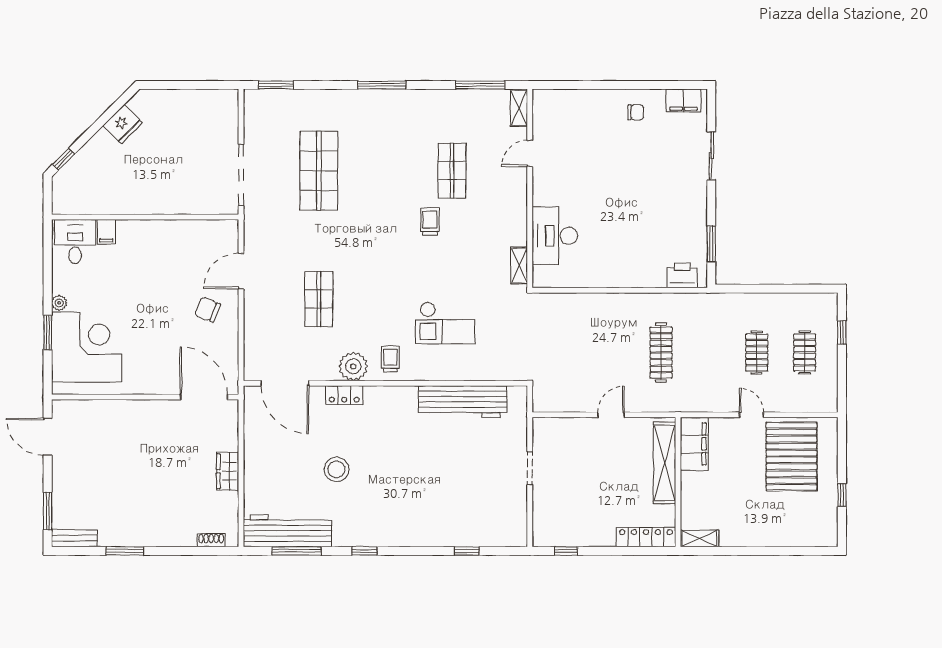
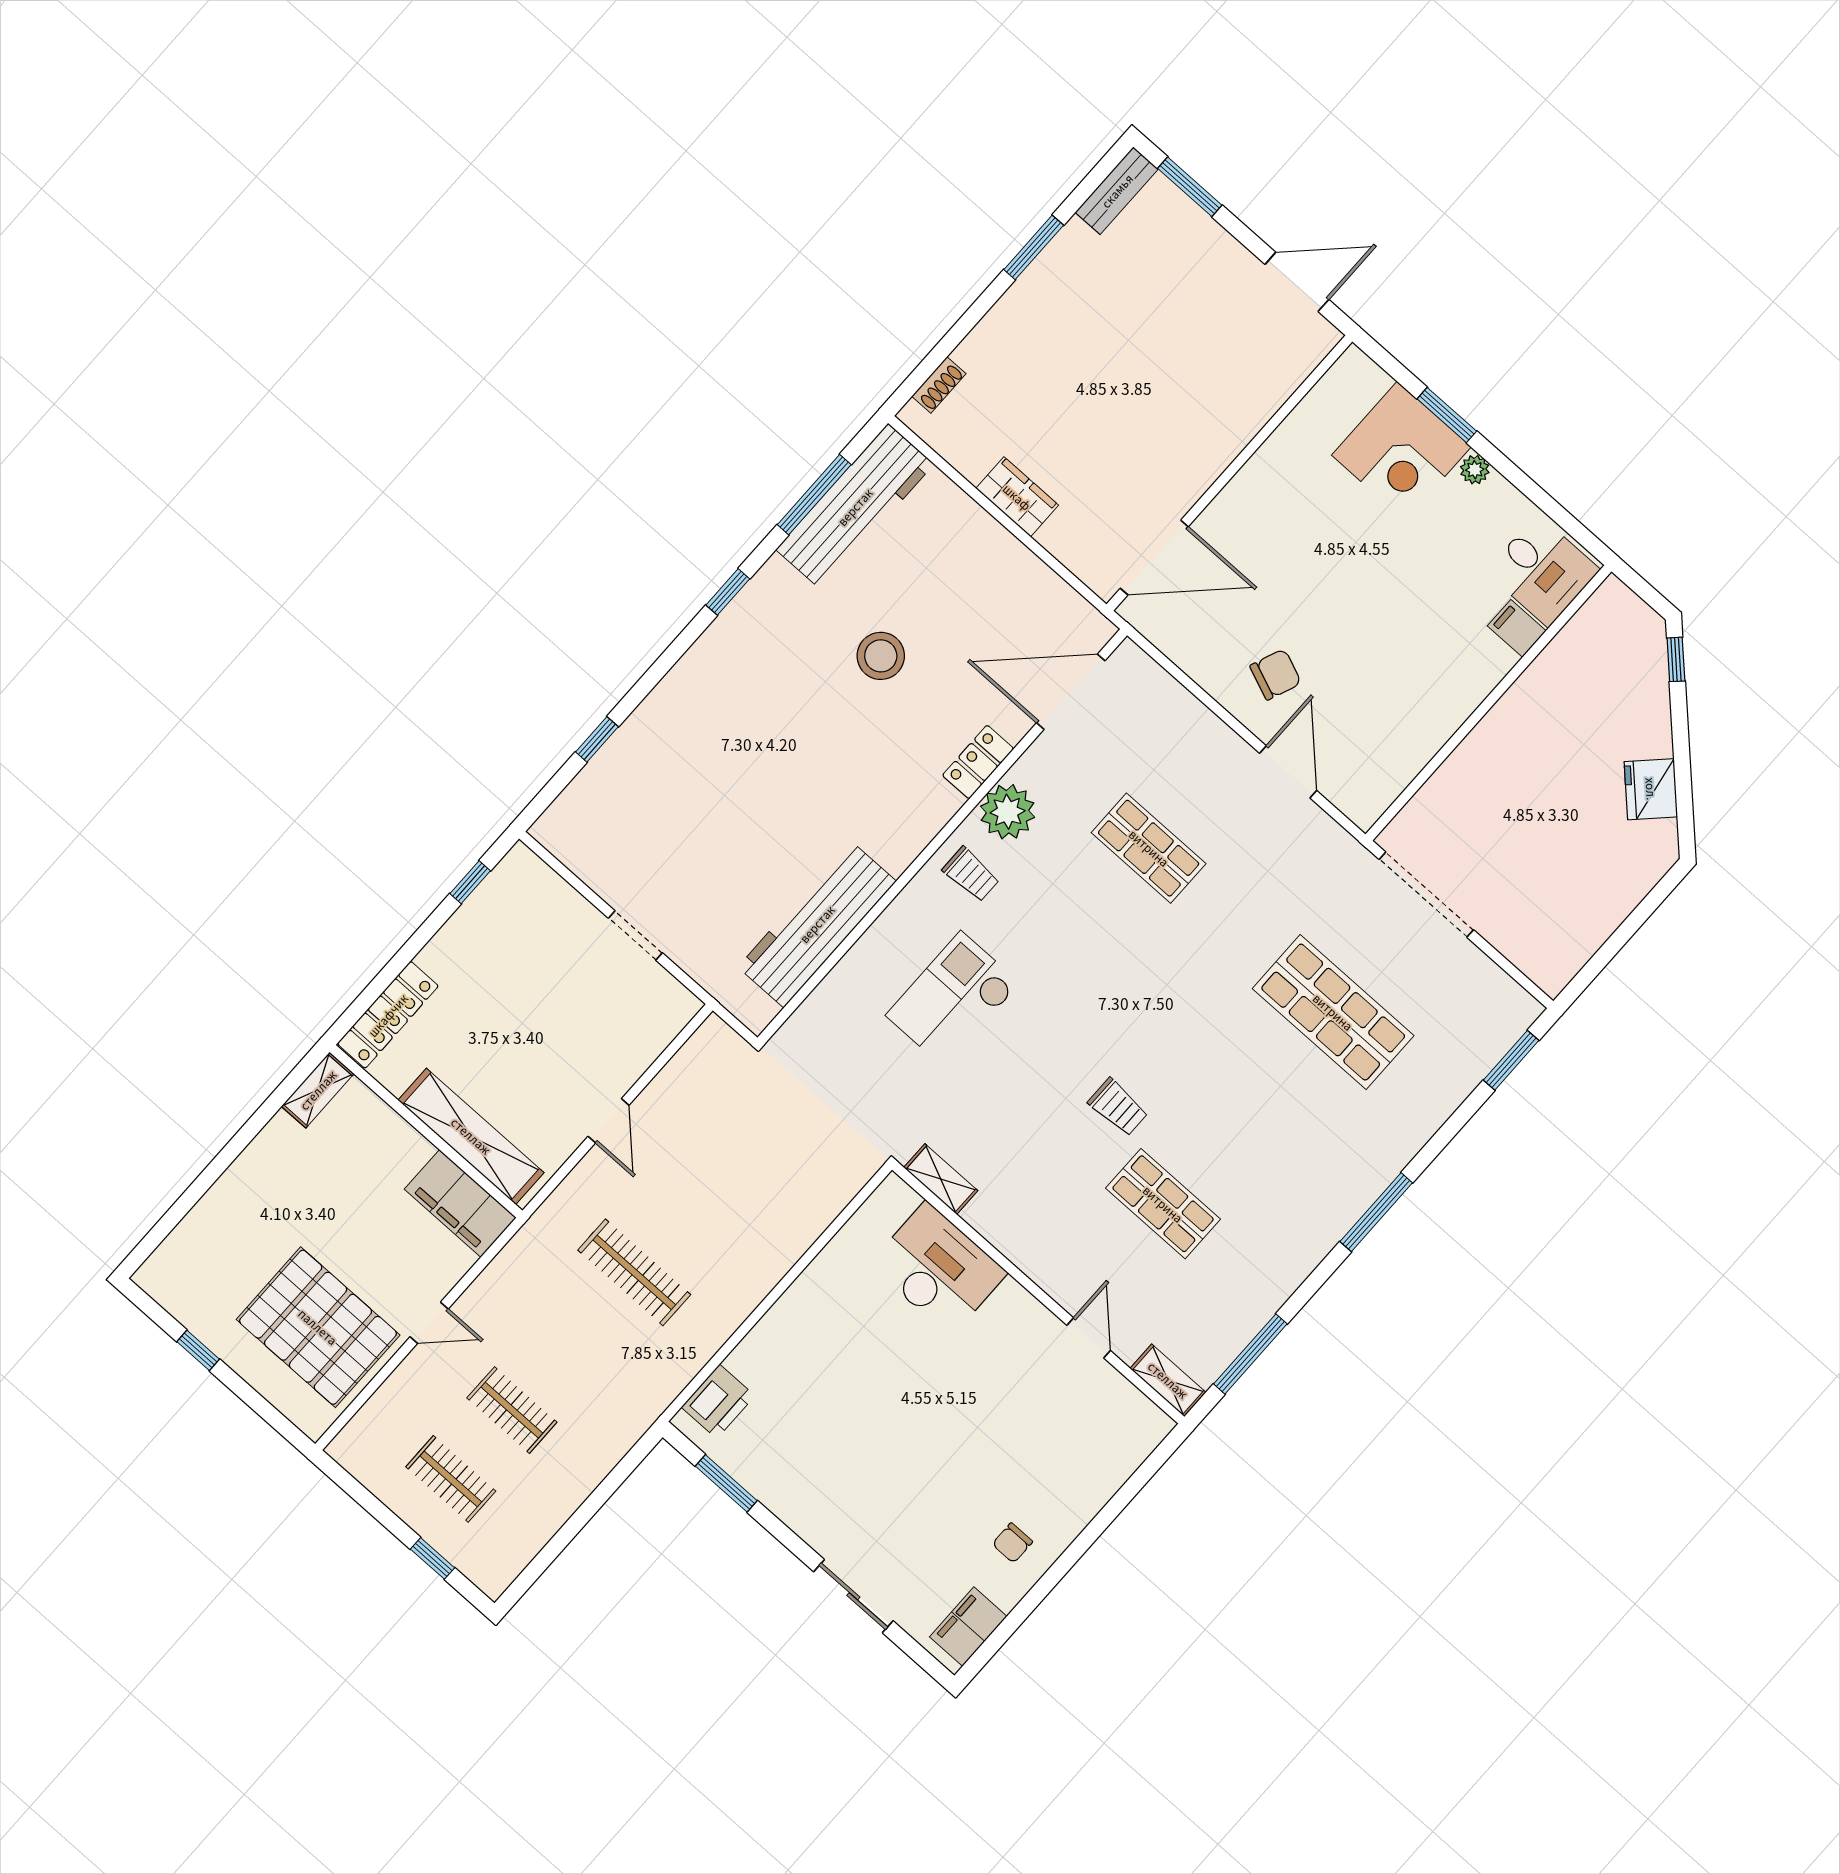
corner desk: (87, 347) -> (1401, 451), width x0.74, depth x0.74

